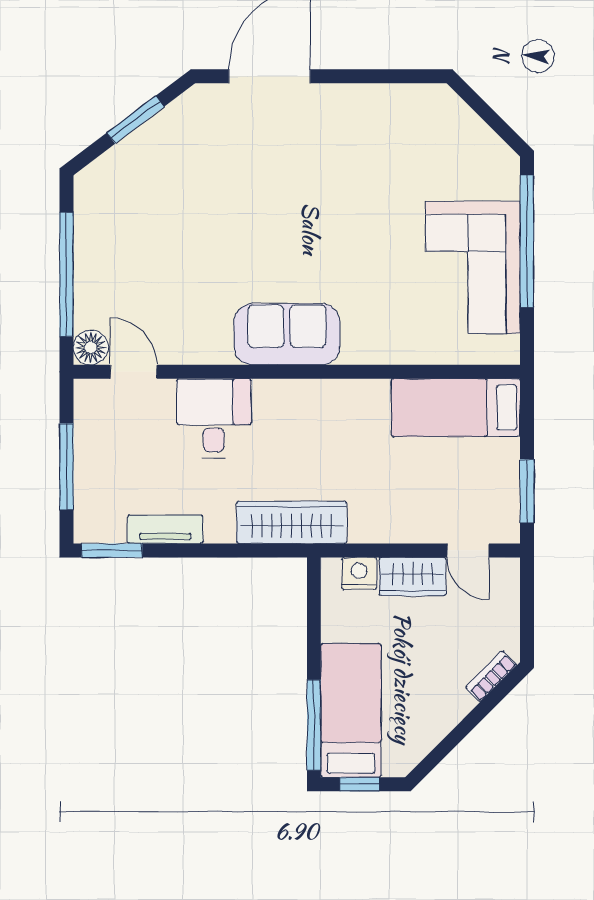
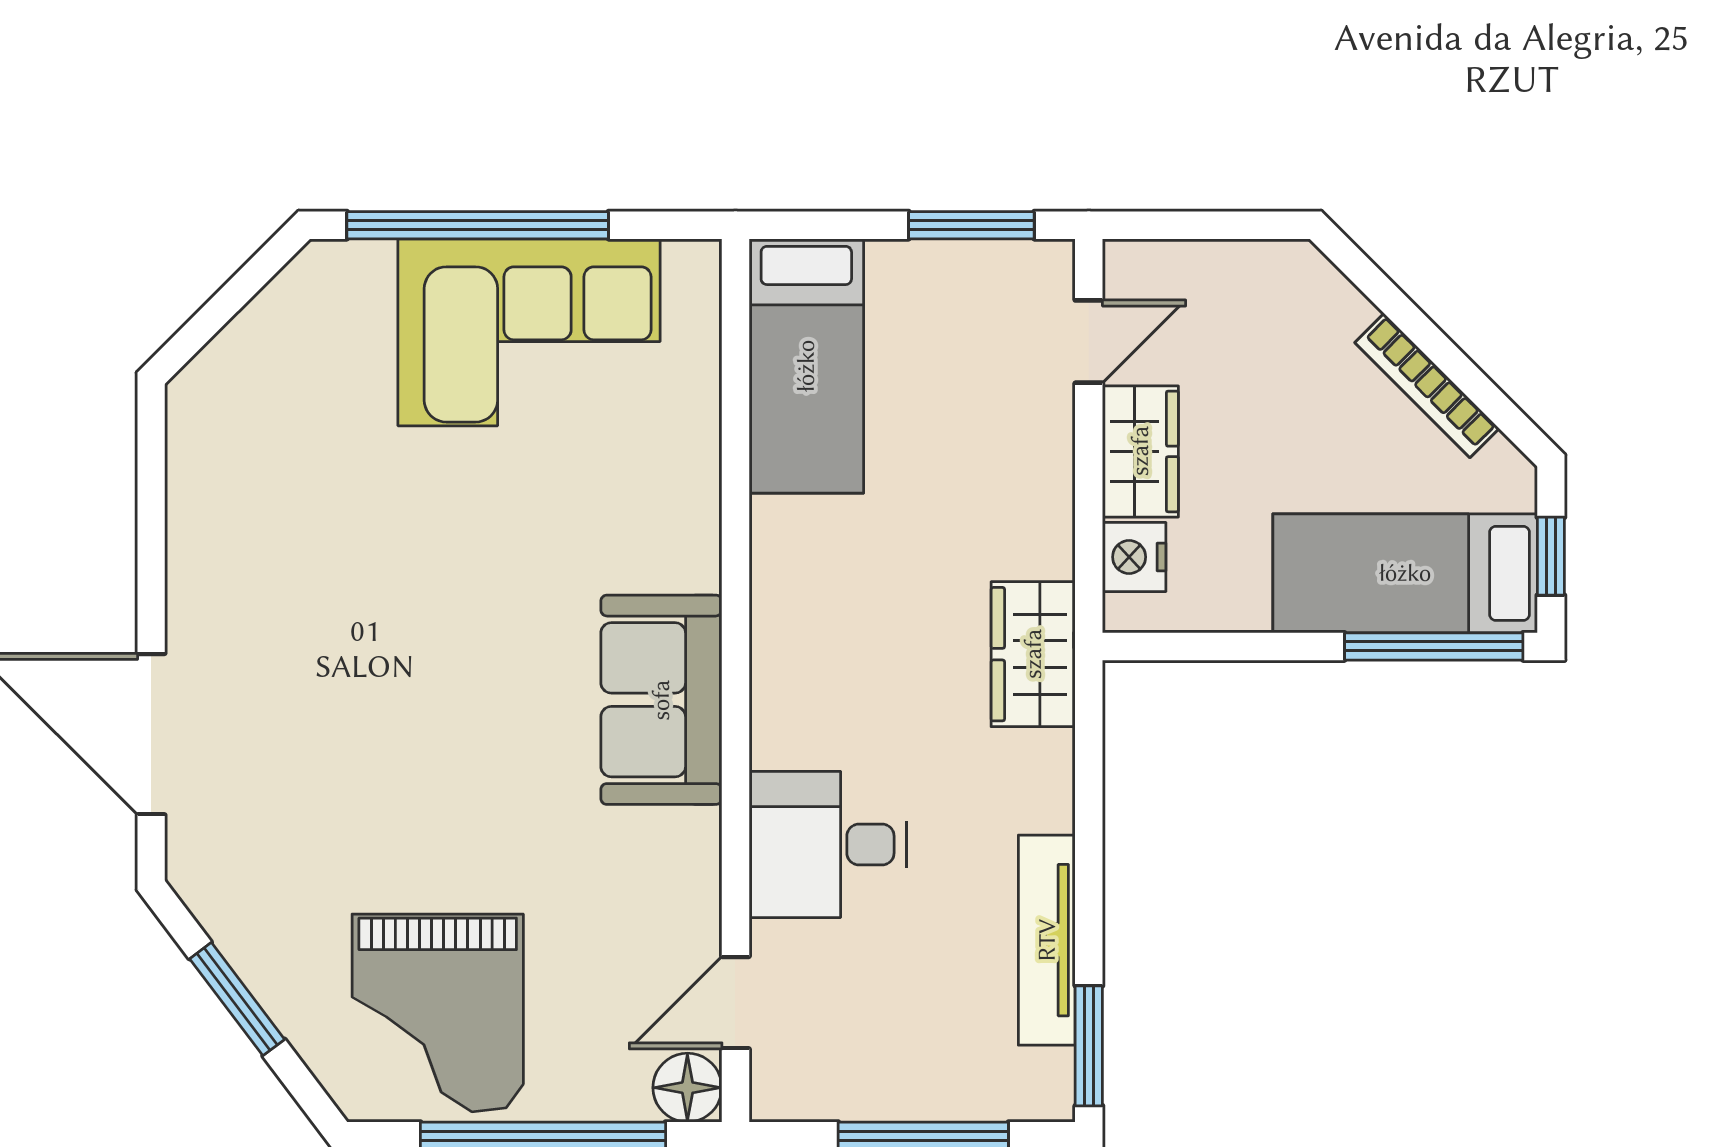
grand piano: (129, 221) -> (438, 1013), added
wardrobe: (292, 522) -> (1033, 654), width x0.67
tv unit: (165, 529) -> (1047, 940), width x1.41
bookcase: (491, 676) -> (1427, 385), moved, width x1.56

